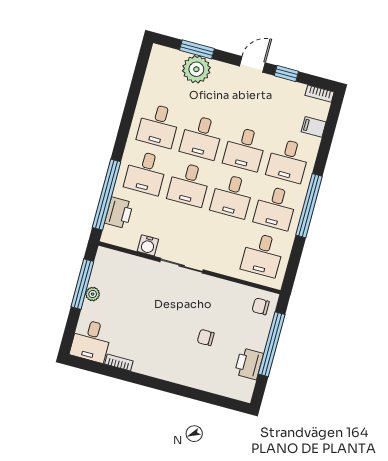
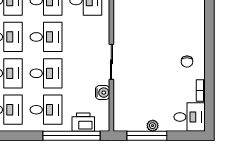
chair: (206, 338) -> (187, 62), moved

